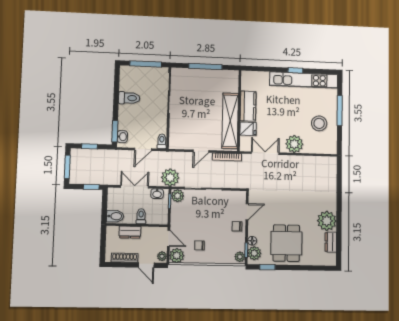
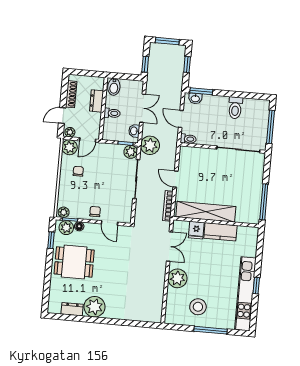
window: (205, 67) -> (264, 202), moved

